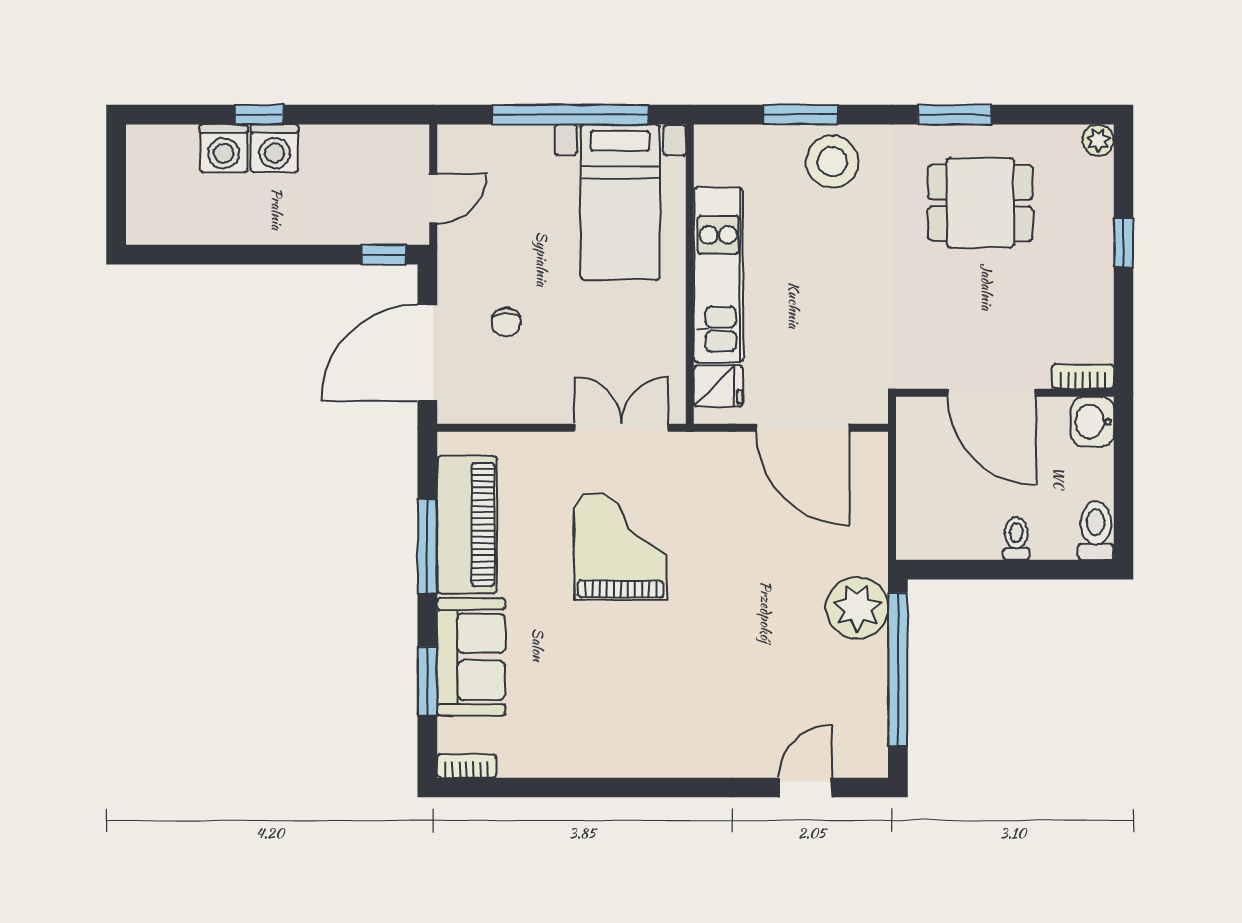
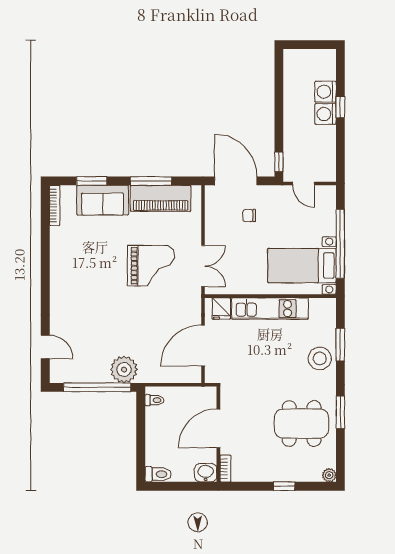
dining table: (980, 203) -> (302, 424), width x1.38
toilet: (1016, 539) -> (154, 400), moved
bookcase: (467, 766) -> (55, 205), width x1.56

